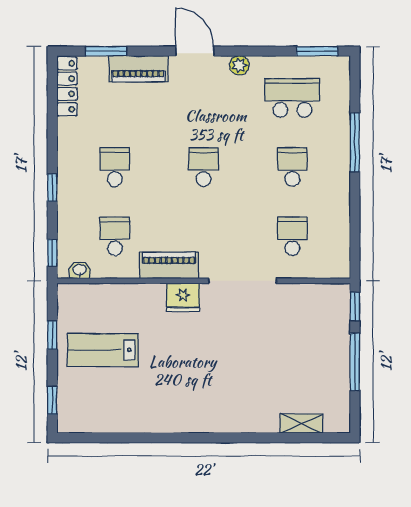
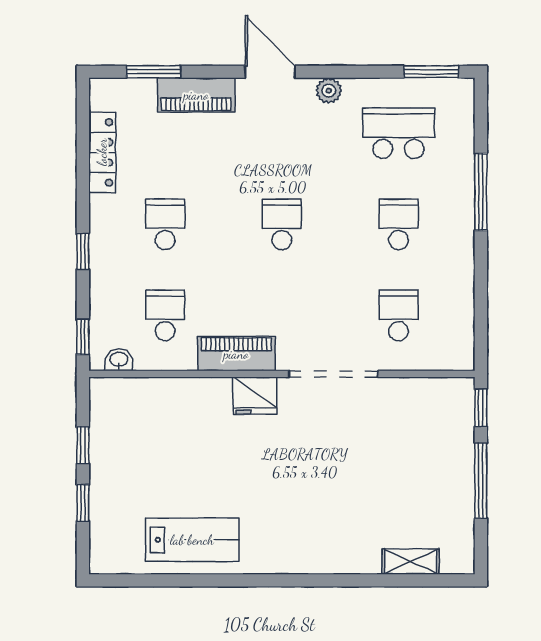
locker: (67, 86) -> (102, 152), moved
lab bench: (103, 350) -> (192, 540), moved, turned 180
window: (52, 400) -> (83, 503), moved

